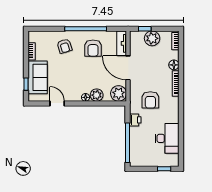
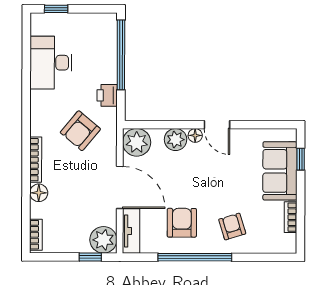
plant: (152, 38) -> (103, 240), moved
armchair: (150, 100) -> (80, 131), turned -140
door: (57, 103) -> (217, 125), moved

